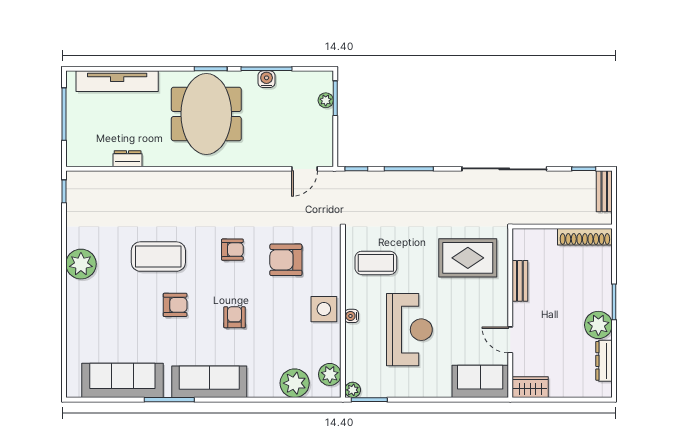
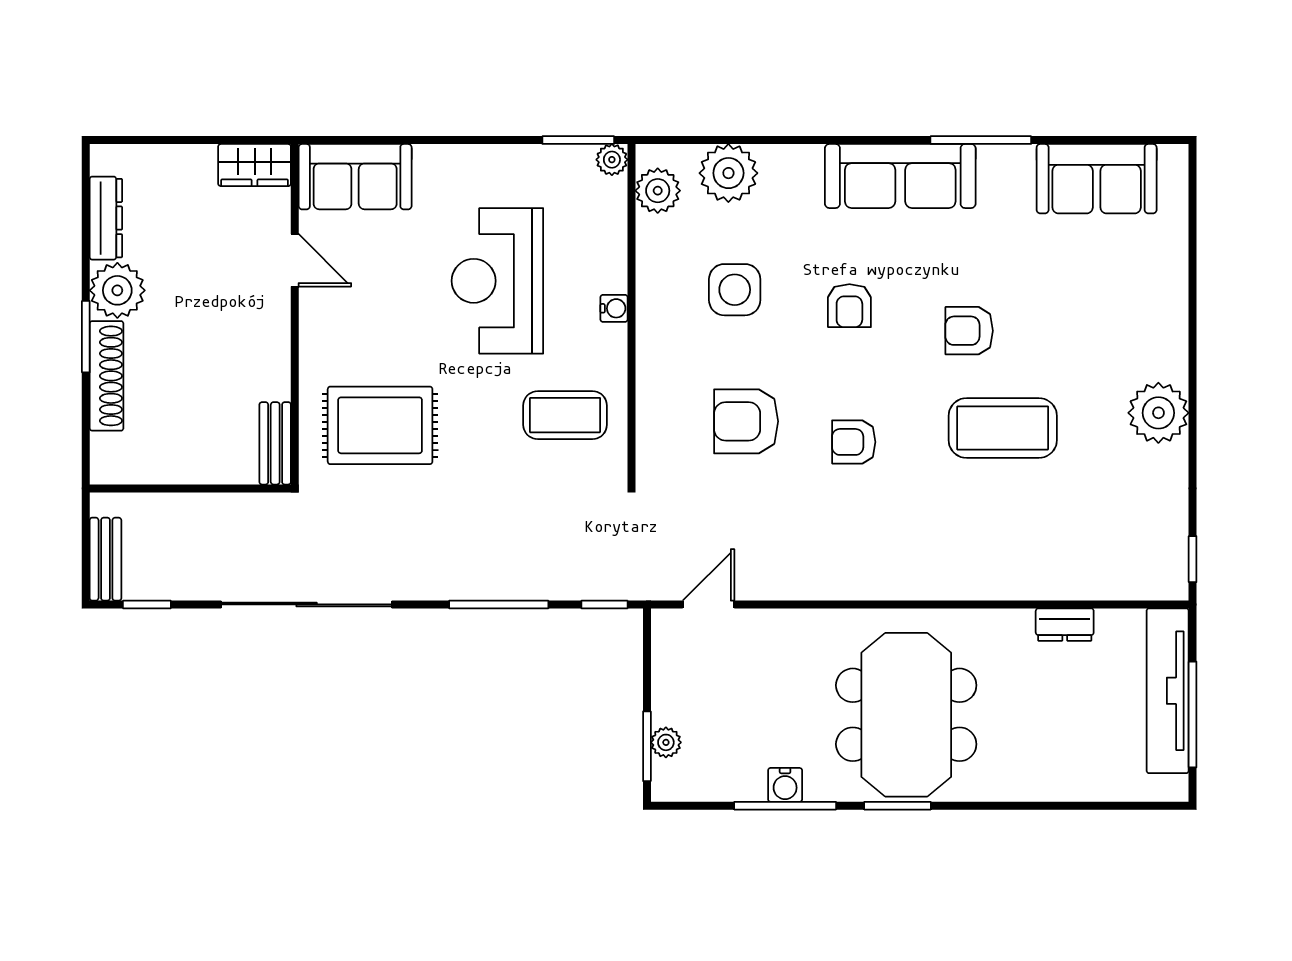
tv unit: (117, 81) -> (1168, 691), moved, turned -90
shoe rack: (585, 237) -> (107, 376), moved, turned 90
armchair: (286, 260) -> (746, 421), turned 180
bench: (520, 281) -> (275, 443), moved
side table: (324, 309) -> (735, 290), moved
sofa: (122, 380) -> (1097, 179), width x0.73

